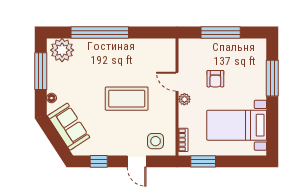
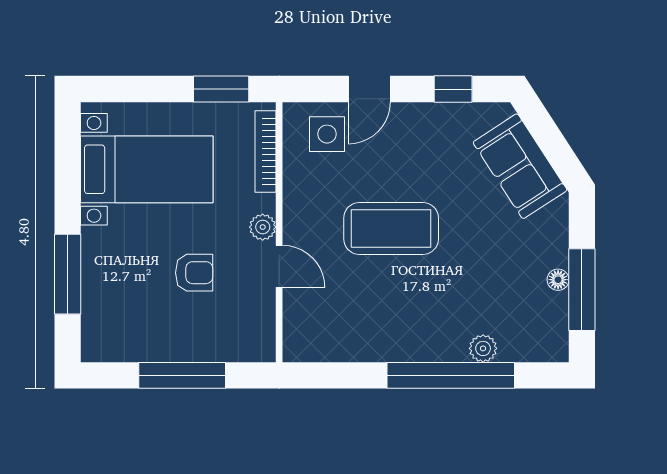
plant: (62, 50) -> (483, 348), moved, width x0.53, depth x0.53
armchair: (215, 79) -> (194, 273), turned 90
floor lamp: (51, 98) -> (558, 280), moved
bookcase: (183, 140) -> (266, 151), width x1.56
door: (137, 161) -> (369, 89), swing flipped

